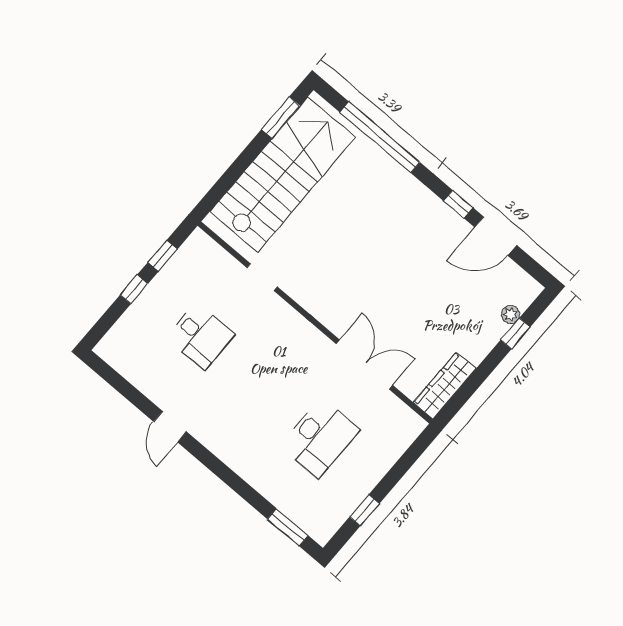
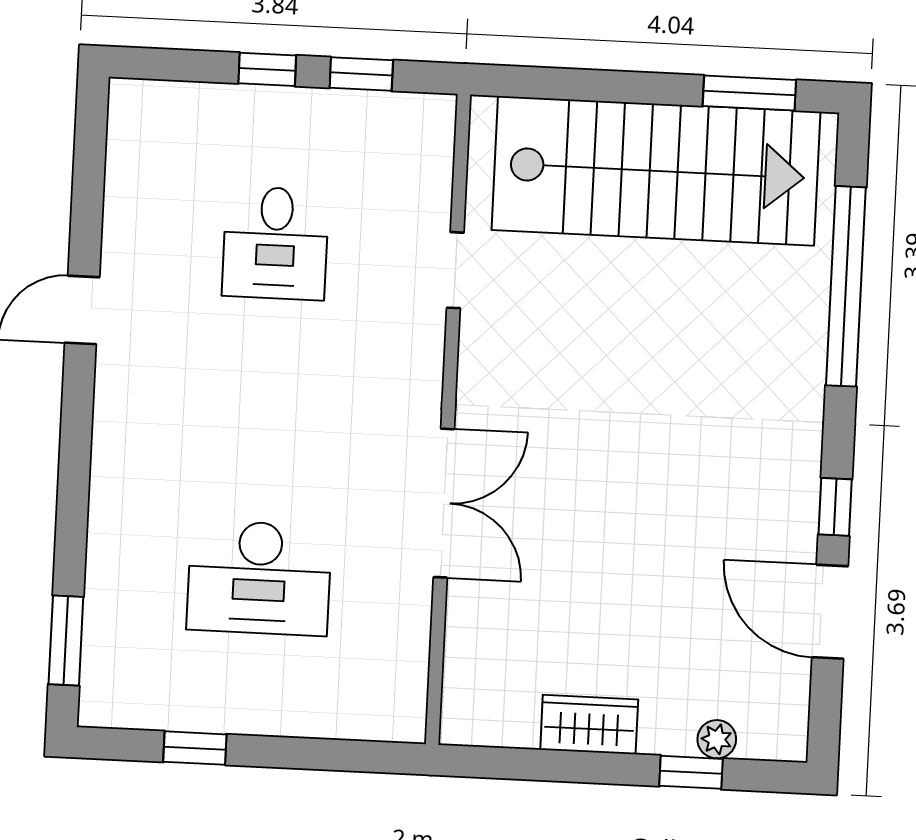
double door: (364, 365) -> (444, 503), moved
wardrobe: (445, 386) -> (589, 725), moved, width x0.67

